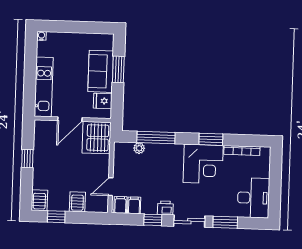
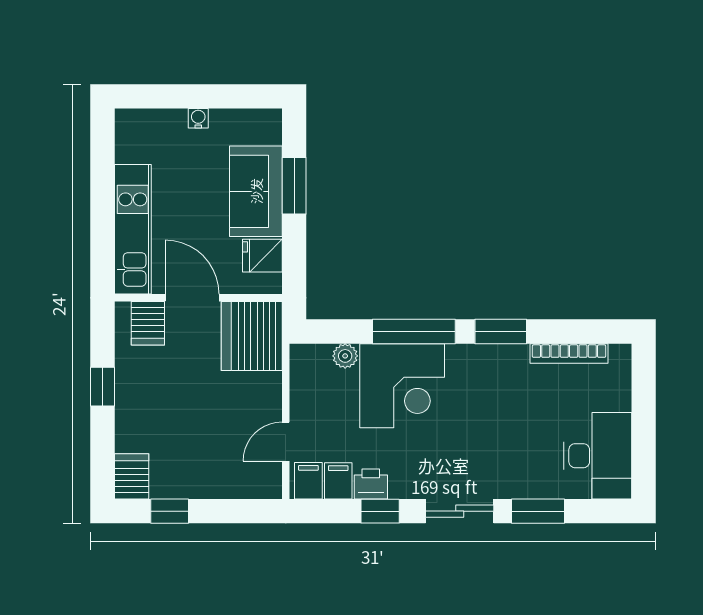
water cooler: (41, 36) -> (198, 118), moved
door: (70, 119) -> (192, 298), swing flipped
window: (156, 138) -> (414, 331), moved
corner desk: (203, 164) -> (402, 386), moved
server rack: (77, 202) -> (148, 323), moved, turned 180
printer: (165, 208) -> (371, 484), moved

